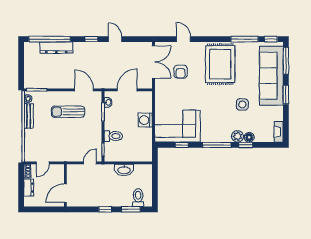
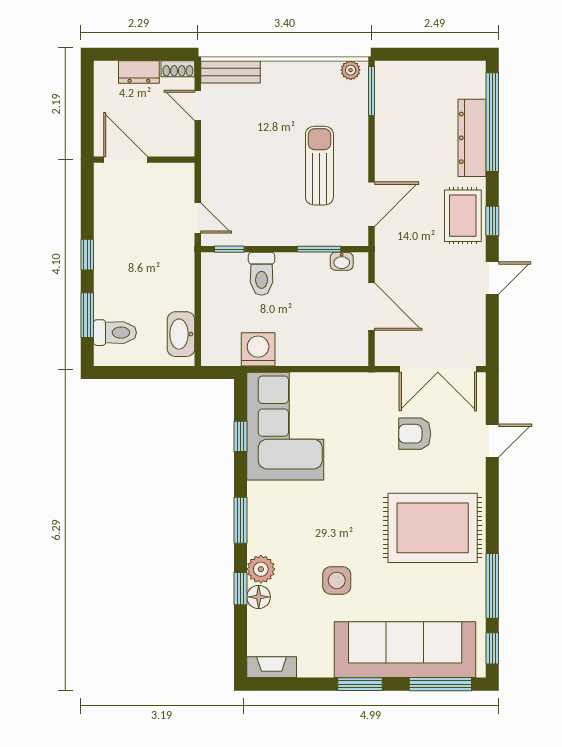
rug: (89, 51) -> (463, 216), added
bench: (29, 116) -> (230, 72), moved
washing machine: (145, 120) -> (258, 349), moved
window: (217, 145) -> (240, 520), width x0.69
washbasin: (124, 170) -> (181, 334), moved

